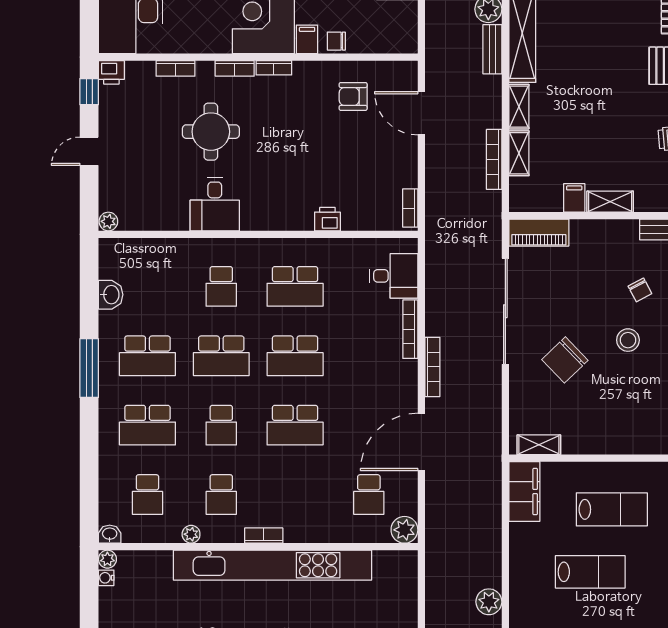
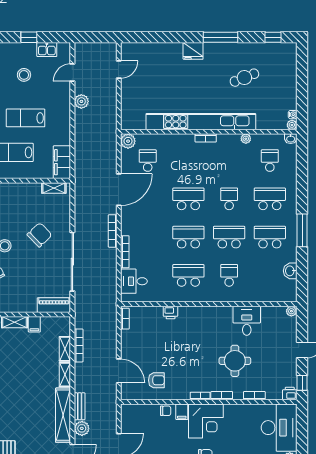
desk: (215, 204) -> (247, 321), moved
school desk: (221, 495) -> (229, 161), removed

